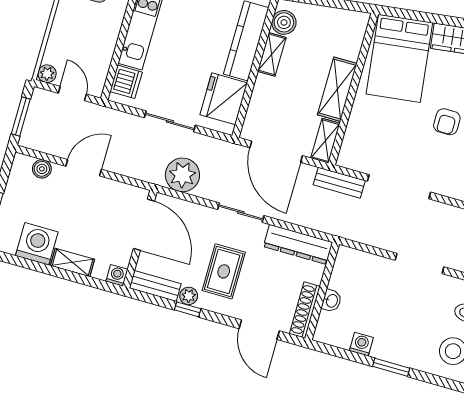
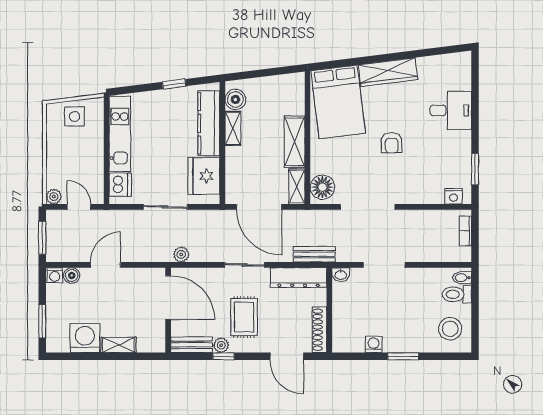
floor lamp: (354, 150) -> (322, 187), added
plant: (182, 175) -> (181, 254), width x0.53, depth x0.53
bench: (339, 183) -> (314, 254), moved
doorway: (420, 263) -> (384, 265), moved
washing machine: (117, 275) -> (55, 275), moved, turned 180
washbasin: (331, 301) -> (341, 275), moved, turned 90

